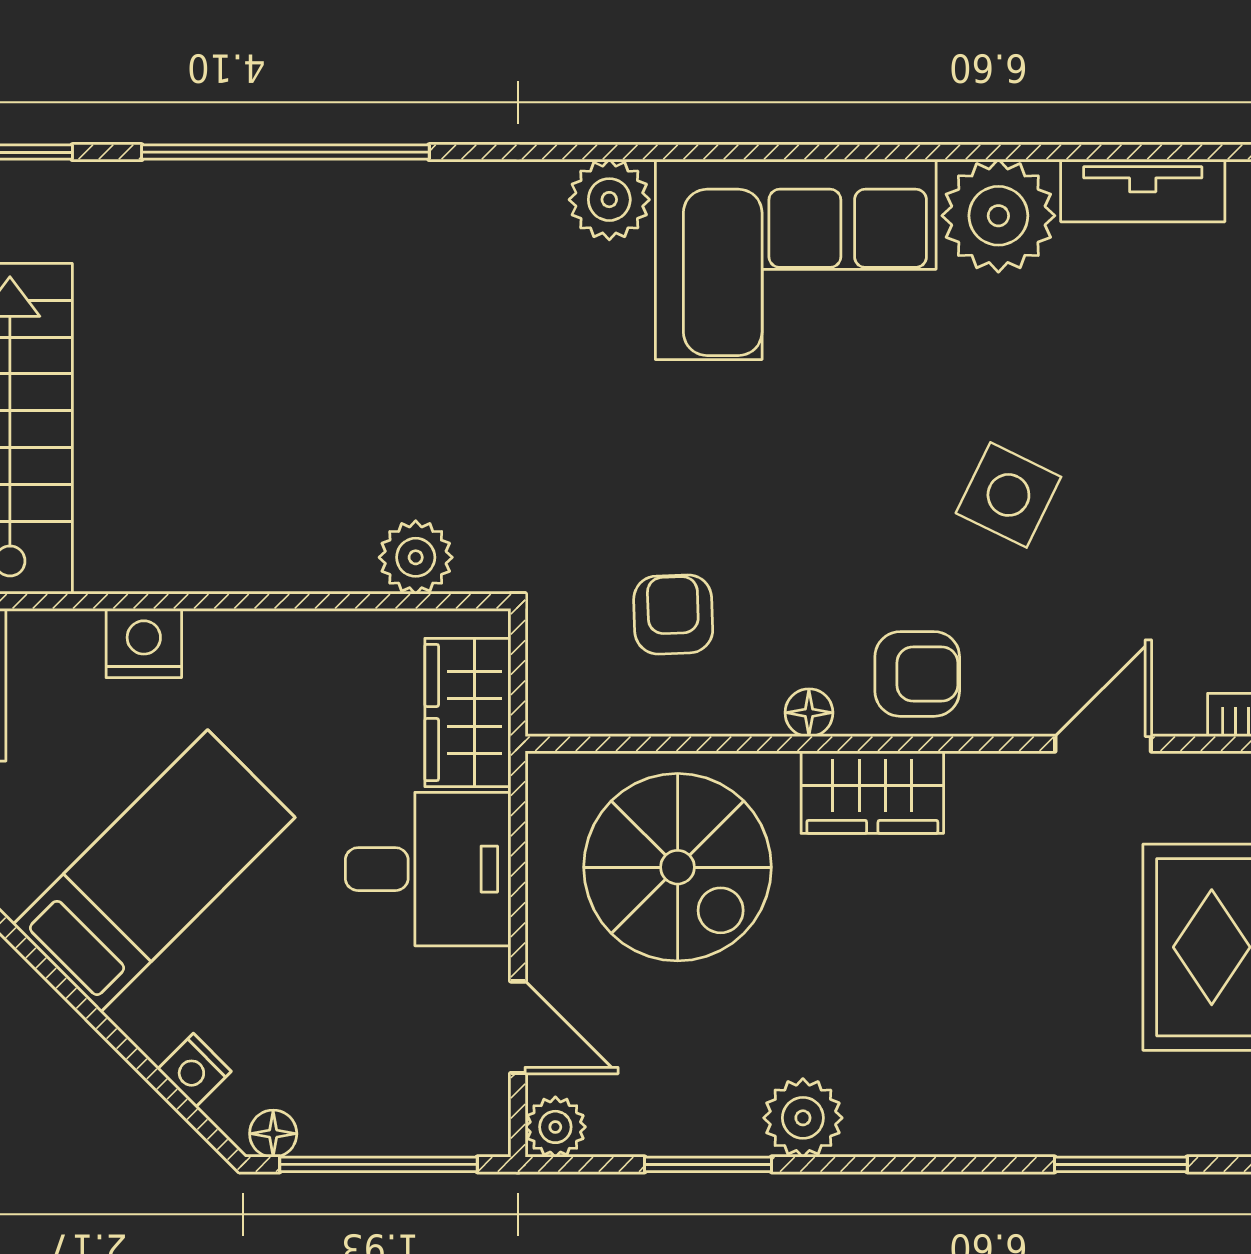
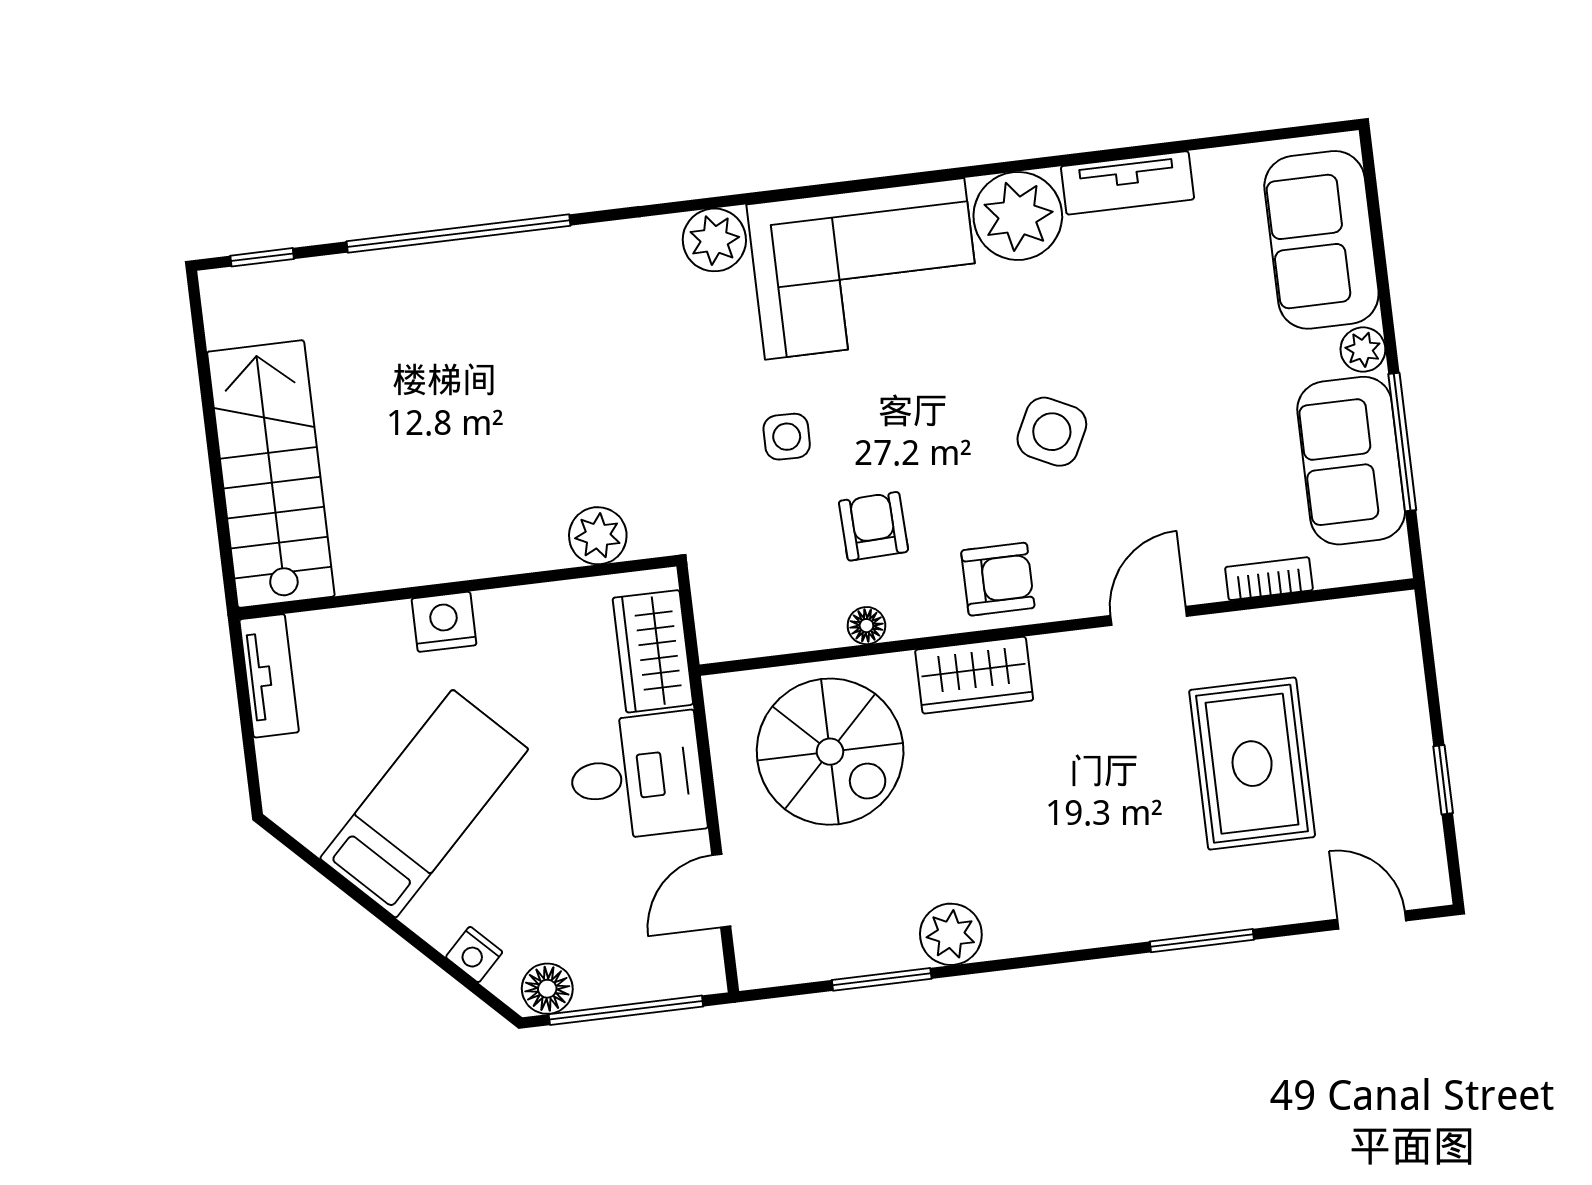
side table: (671, 461) -> (787, 437), added
armchair: (673, 614) -> (873, 526), moved
nightstand: (144, 643) -> (444, 622), moved
floor lamp: (809, 713) -> (866, 626), moved
door: (518, 1027) -> (721, 891), swing flipped
plant: (555, 1127) -> (760, 965), removed
floor lamp: (273, 1134) -> (547, 989), width x1.37, depth x1.37

